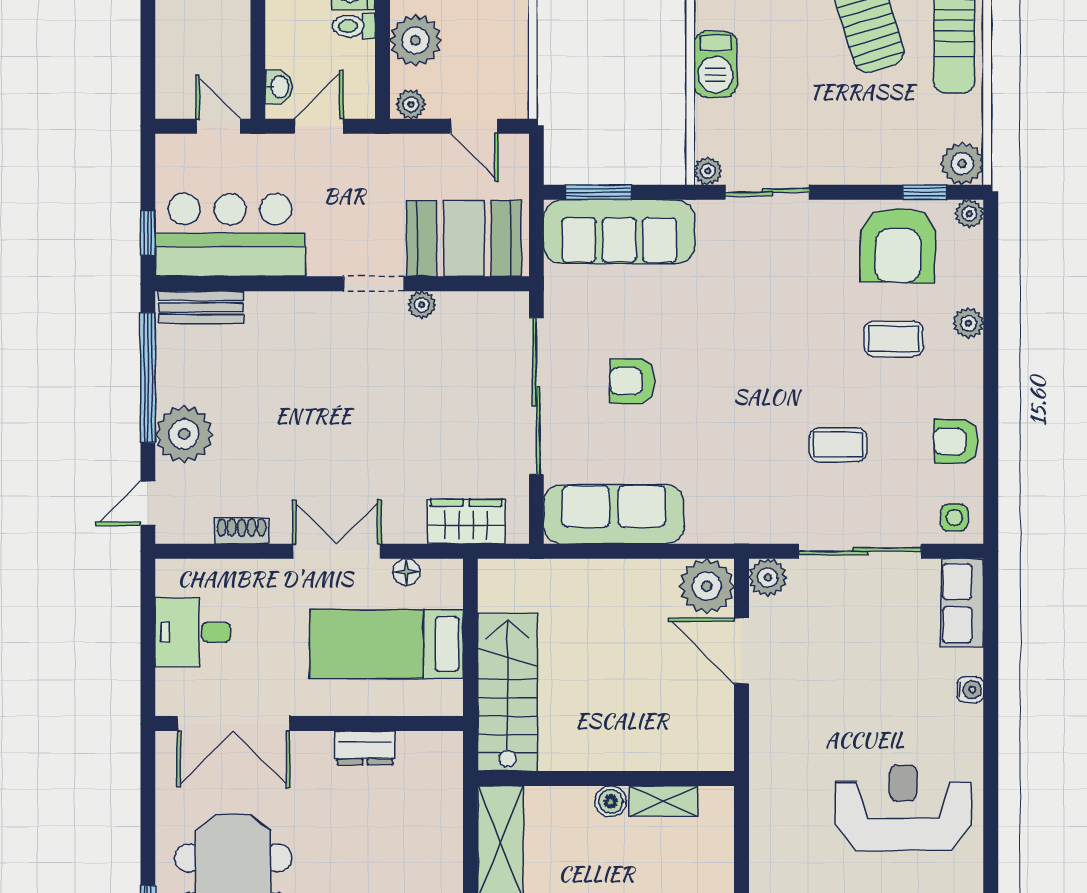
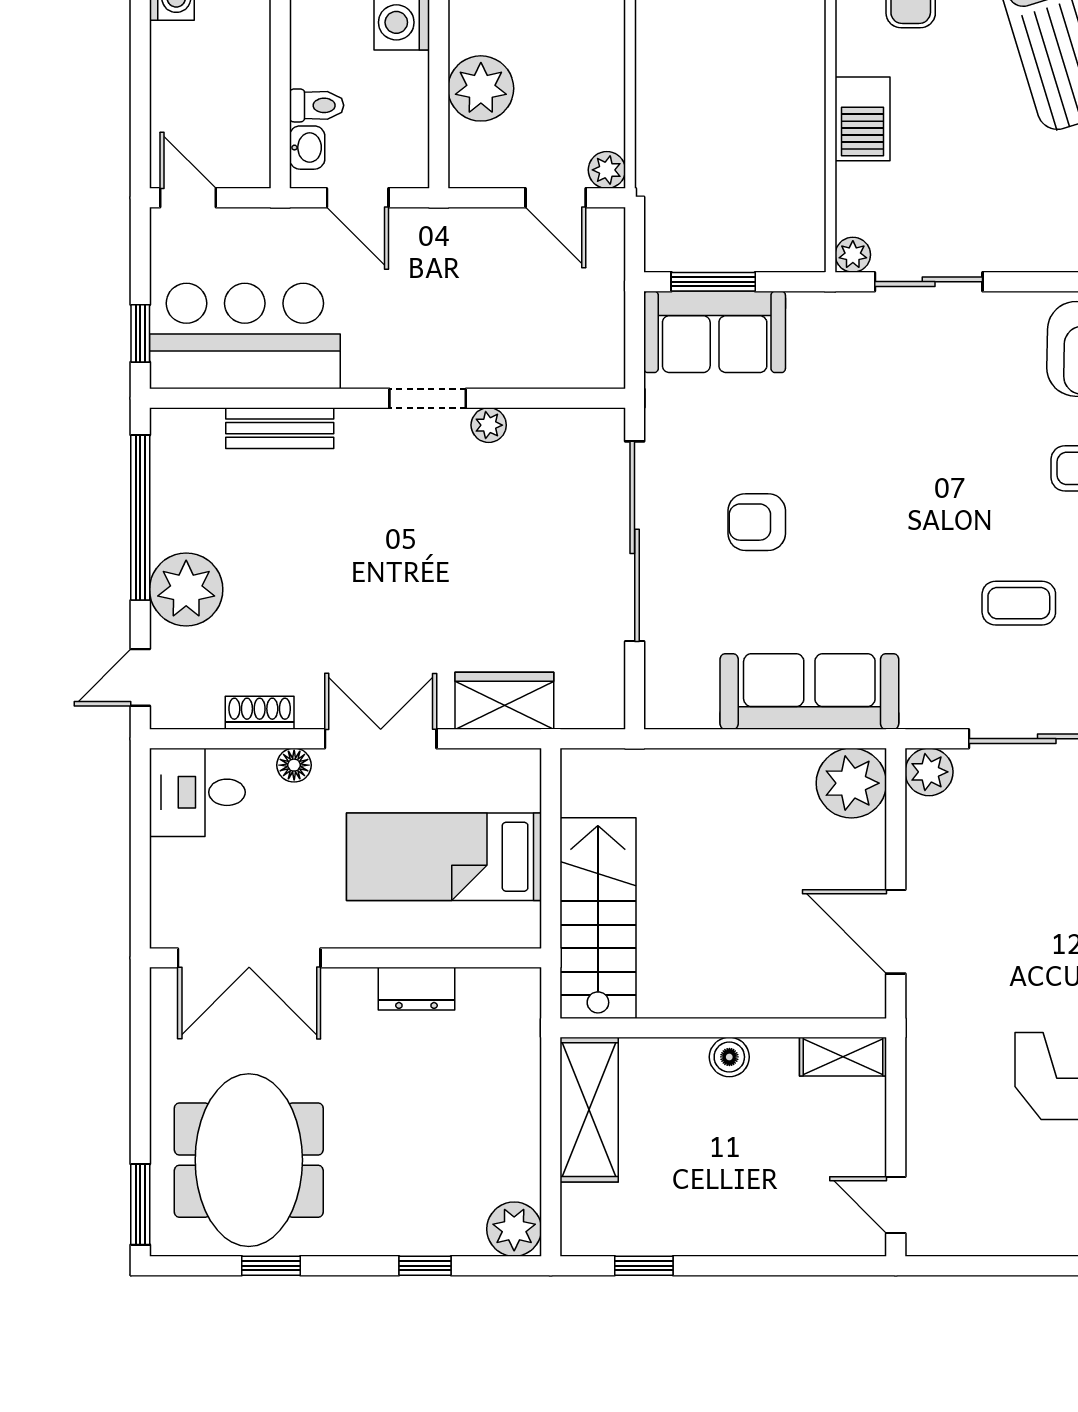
toilet: (354, 26) -> (317, 105), moved, turned 180
plant: (411, 104) -> (607, 170), moved
door: (218, 126) -> (188, 198), moved
door: (319, 126) -> (358, 198), swing flipped
sofa: (619, 232) -> (715, 332), width x0.73
booth: (464, 238) -> (543, 340), removed
bench: (201, 307) -> (280, 428), moved
sofa: (614, 514) -> (809, 691), moved
wardrobe: (466, 522) -> (504, 701), moved
floor lamp: (406, 572) -> (294, 765), moved
desk: (193, 632) -> (197, 792), moved
door: (742, 651) -> (896, 932), moved
shelving: (663, 801) -> (843, 1057), moved

